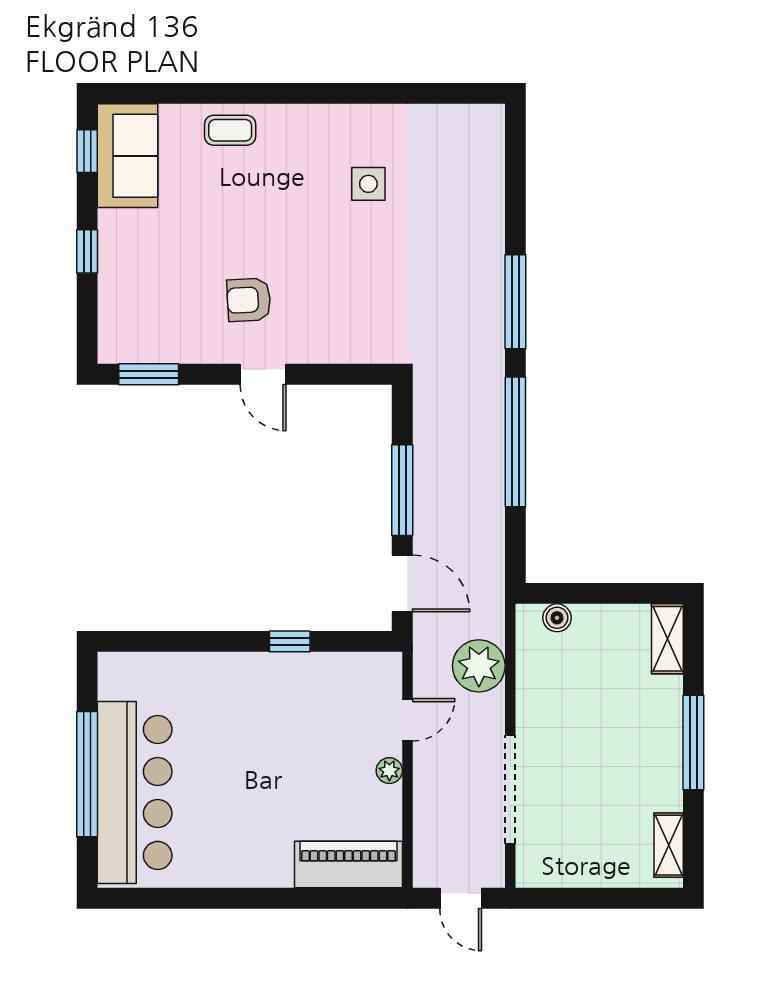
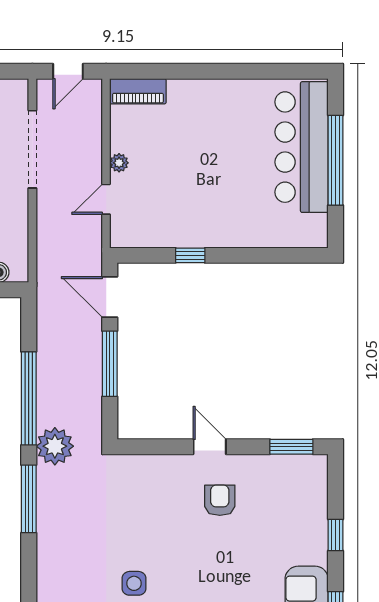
armchair: (249, 300) -> (220, 500), turned -87
plant: (479, 666) -> (55, 446), moved
piano: (348, 865) -> (138, 91), width x0.73, depth x0.75
door: (461, 898) -> (68, 71), swing flipped

